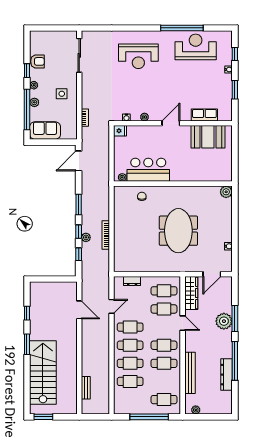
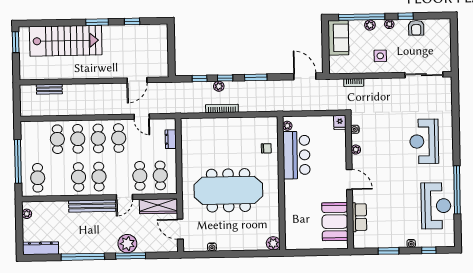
meeting table: (178, 231) -> (228, 190), width x1.36
bench: (190, 373) -> (92, 206), moved
dresser: (227, 375) -> (40, 248), moved

